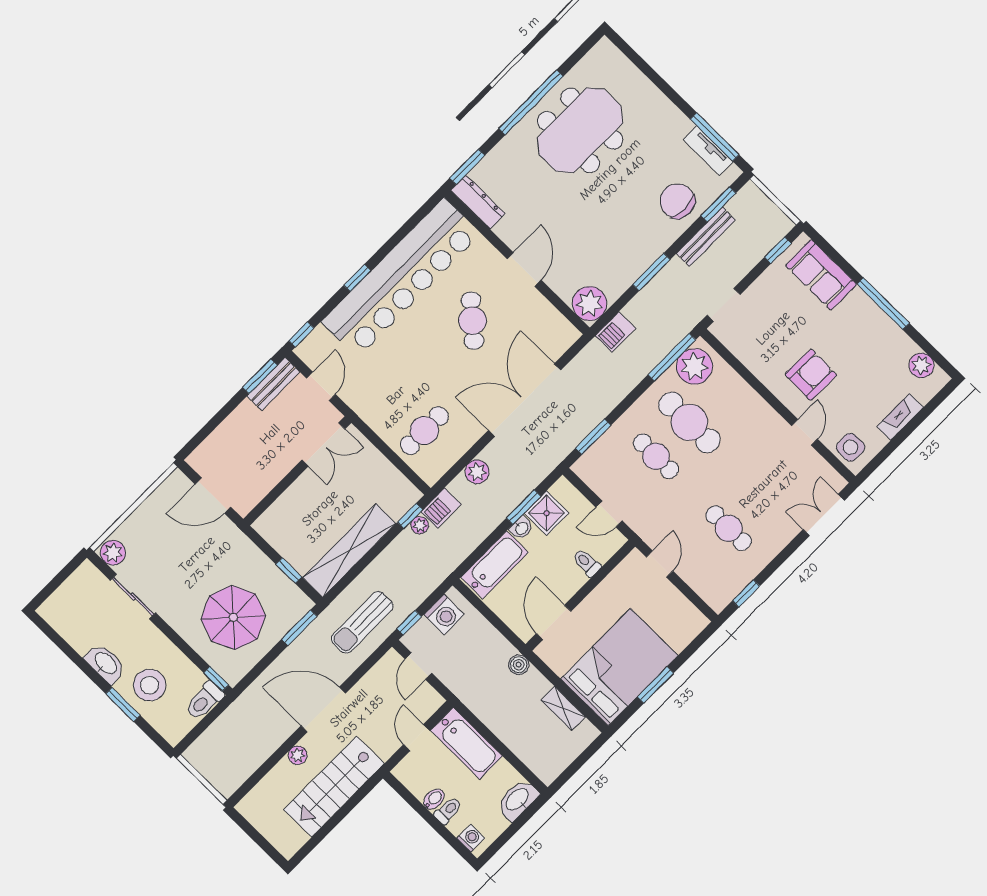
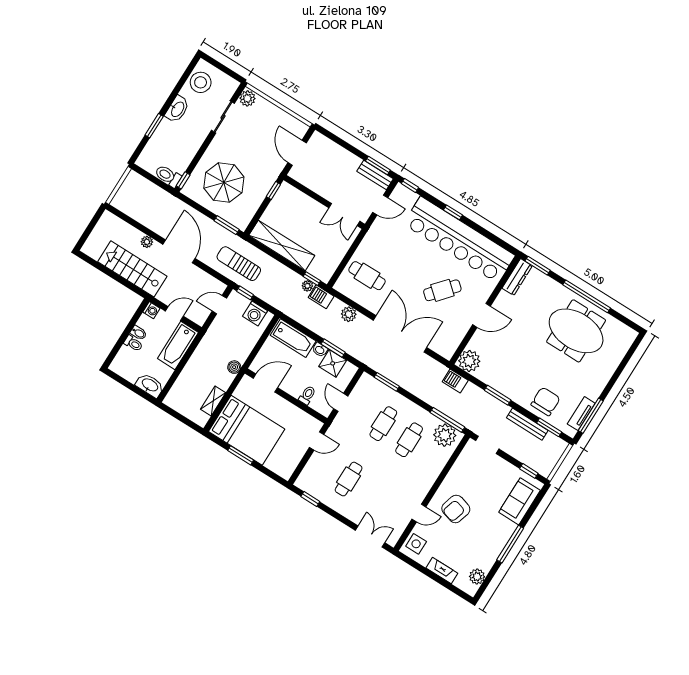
armchair: (811, 375) -> (456, 509), turned 105
cafe table: (689, 422) -> (409, 440), width x0.73, depth x0.74
window: (289, 571) -> (273, 190), moved
stool: (150, 685) -> (201, 82), moved
washing machine: (471, 838) -> (151, 310), moved

